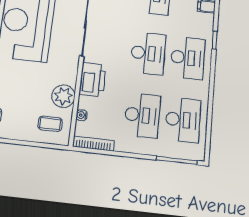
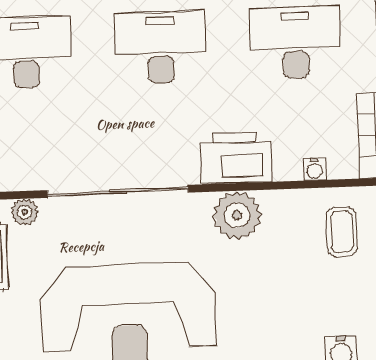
plant: (63, 96) -> (237, 215), moved

